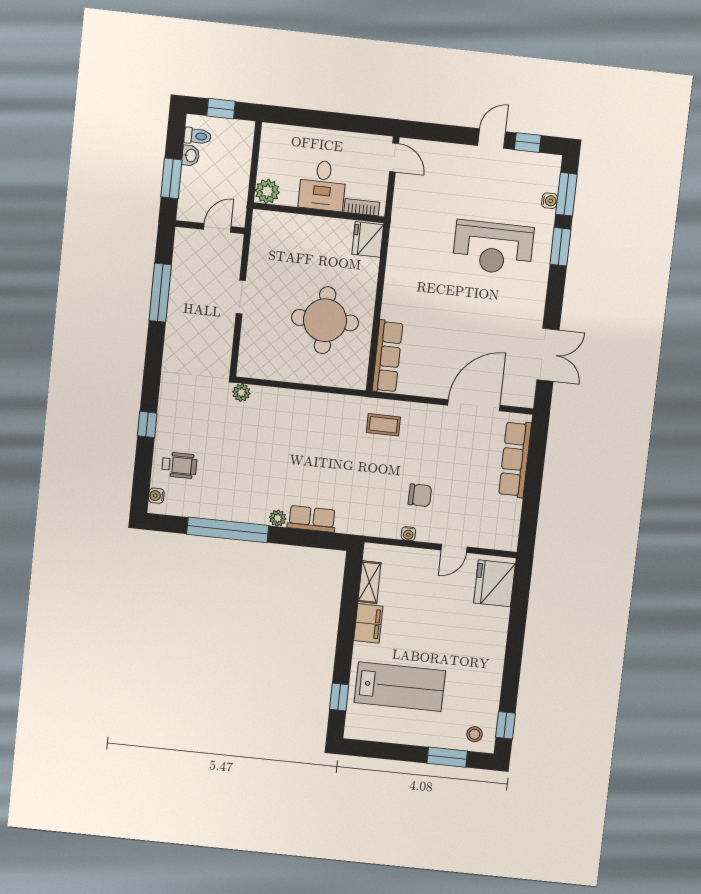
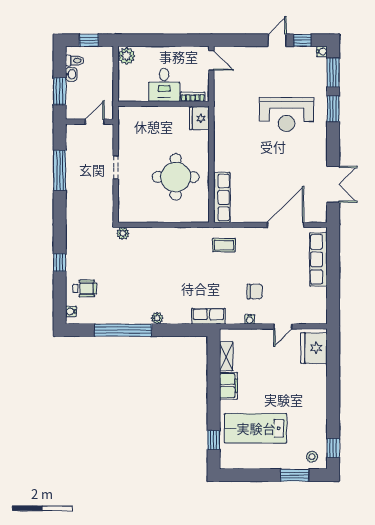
plant: (267, 191) -> (126, 56), moved
water cooler: (549, 201) -> (322, 51), moved
row of seats: (312, 519) -> (208, 316), moved
lab bench: (400, 687) -> (256, 428), turned 180

